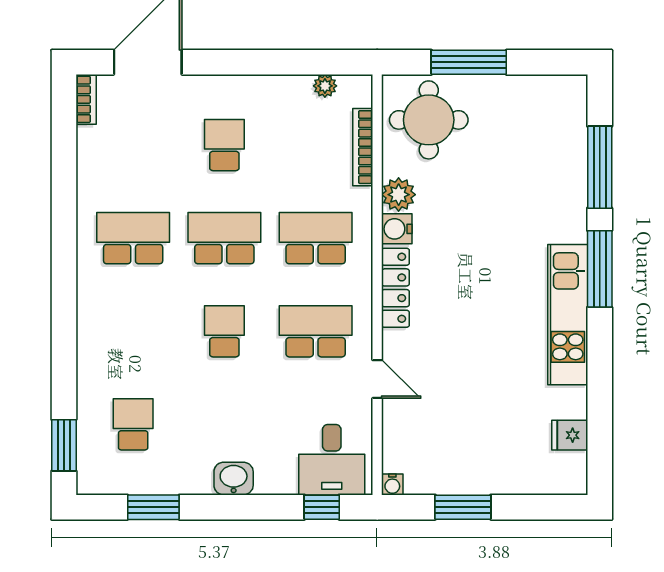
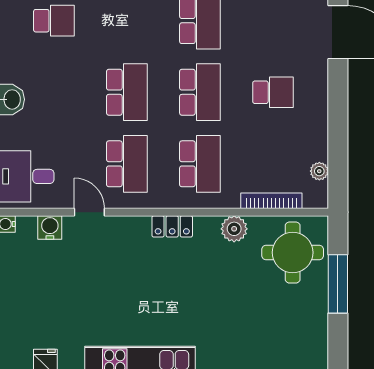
water cooler: (397, 229) -> (50, 228), moved
locker: (395, 288) -> (172, 226), width x0.66
school desk: (224, 331) -> (127, 92), width x1.85
door: (377, 379) -> (89, 212), swing flipped

